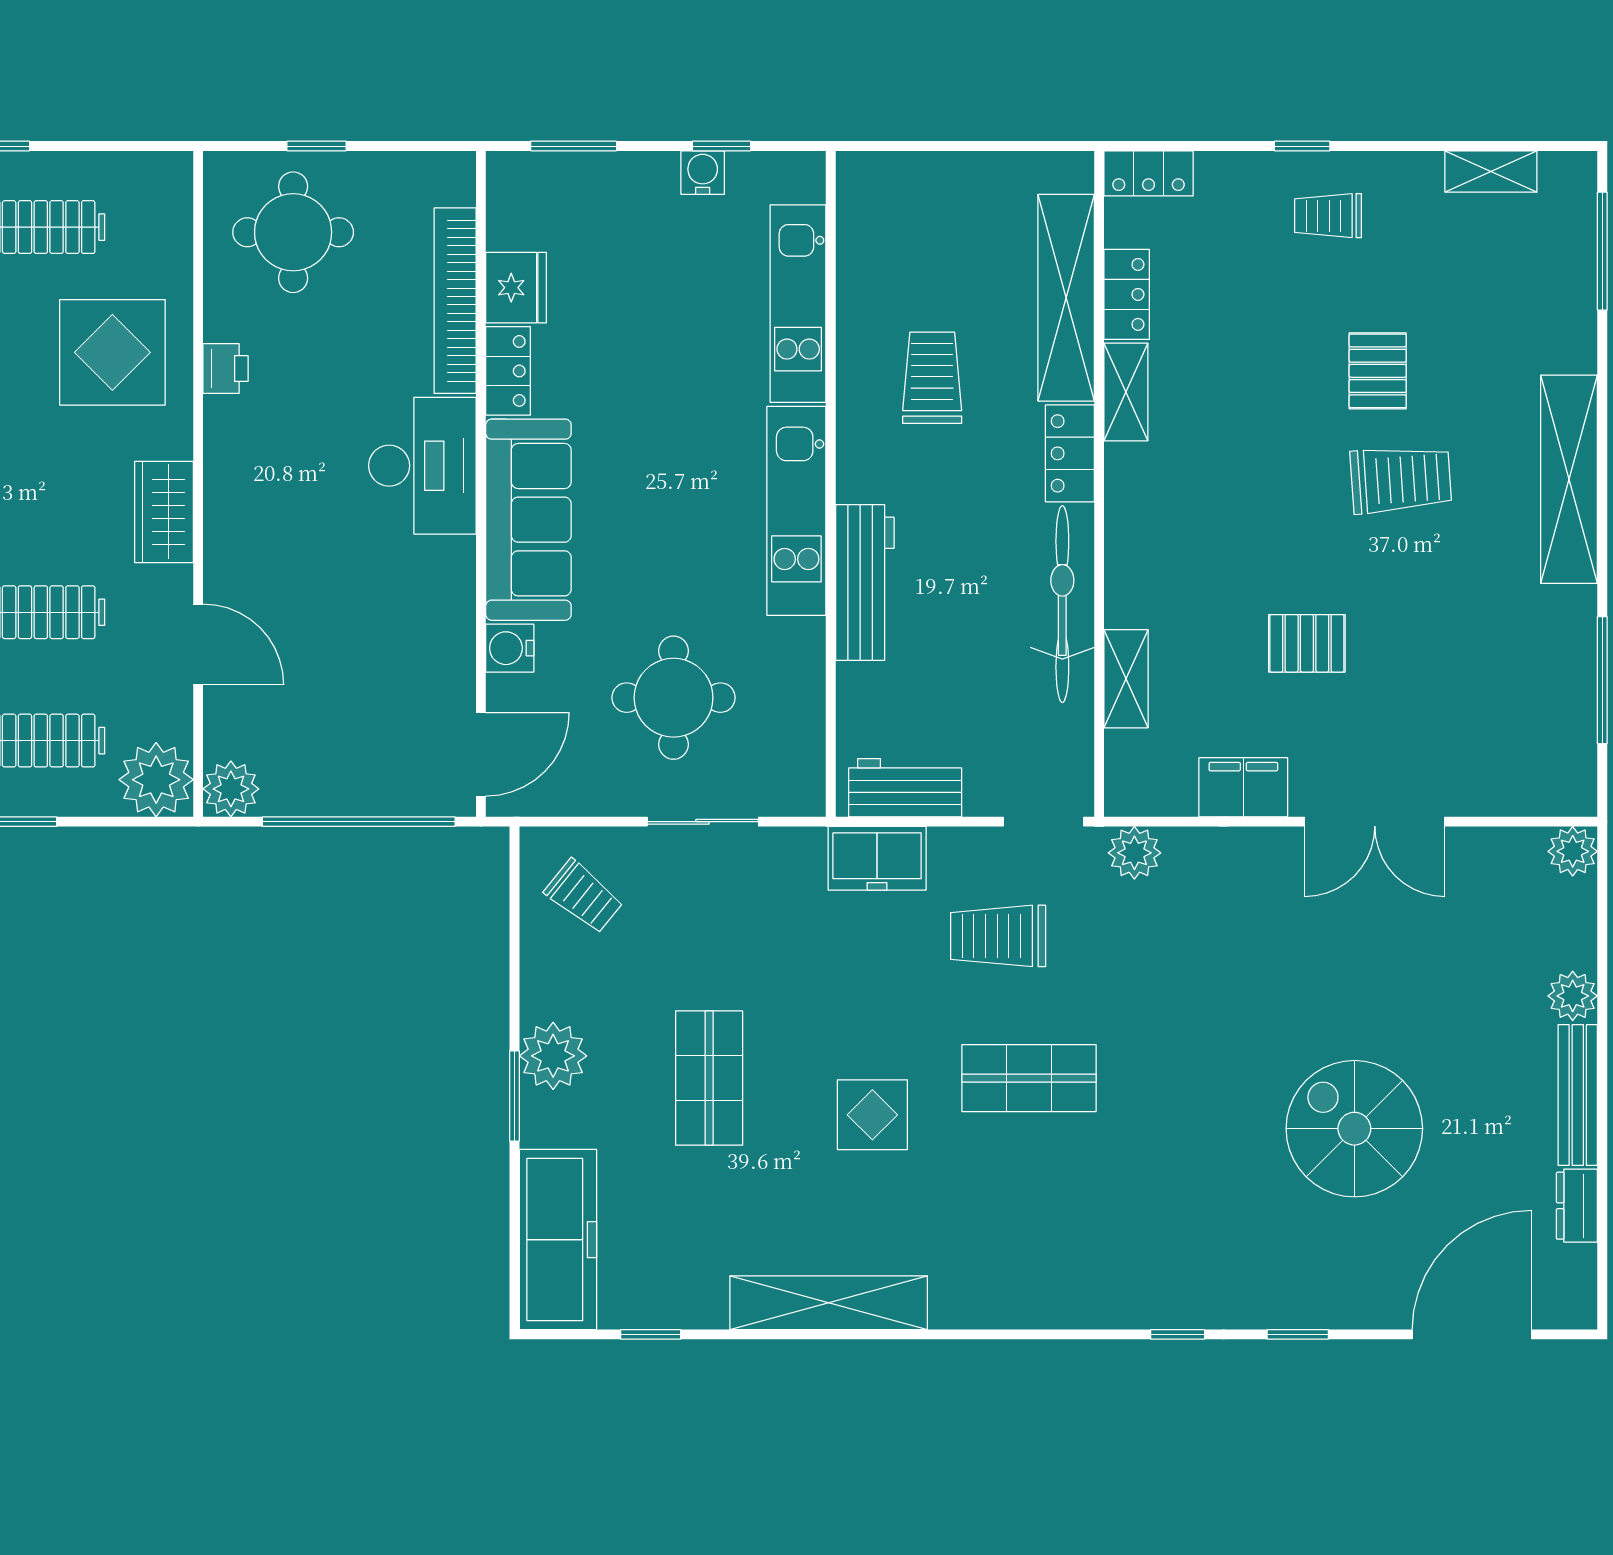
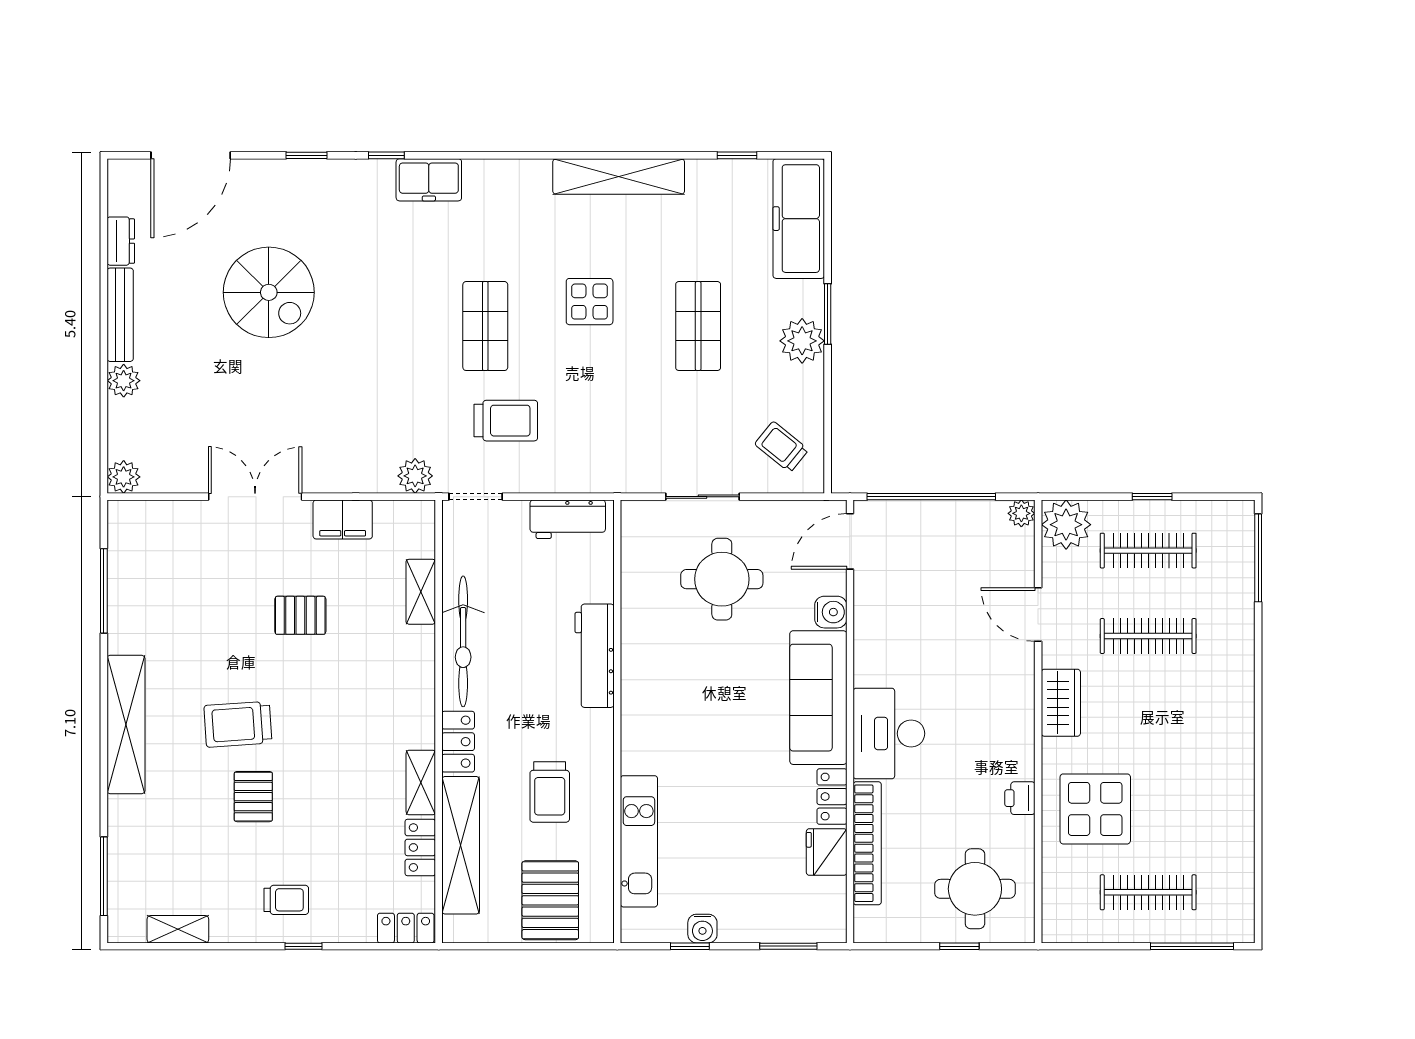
pallet: (931, 215) -> (550, 900), added
kitchen unit: (796, 511) -> (640, 703), removed
plant: (231, 789) -> (1021, 513), width x0.73, depth x0.73
freezer: (877, 858) -> (429, 180), moved, turned 180
shop shelf: (1029, 1078) -> (485, 326), turned 90

